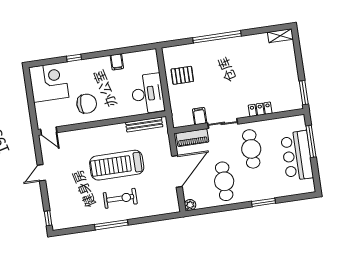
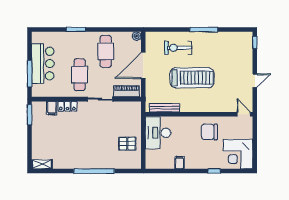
filing cabinet: (200, 116) -> (52, 108), moved
exercise bike: (120, 198) -> (178, 48), moved

